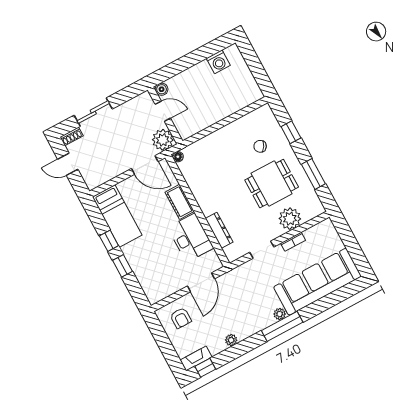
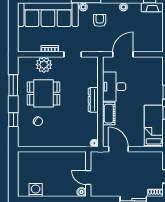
plant: (163, 140) -> (98, 159), removed
dresser: (219, 230) -> (93, 100), moved
armchair: (181, 318) -> (100, 20), moved

